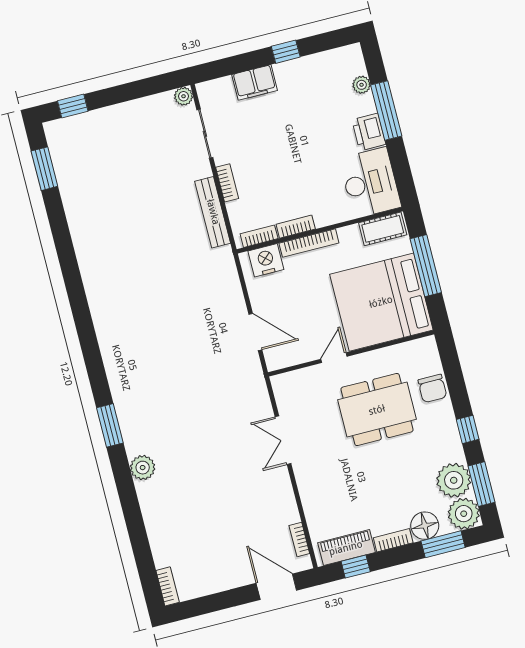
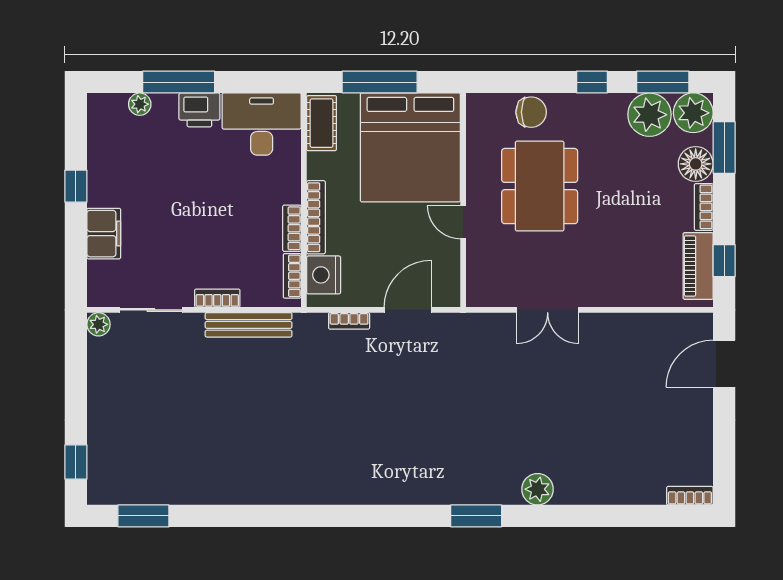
bookcase: (299, 540) -> (349, 321), moved

